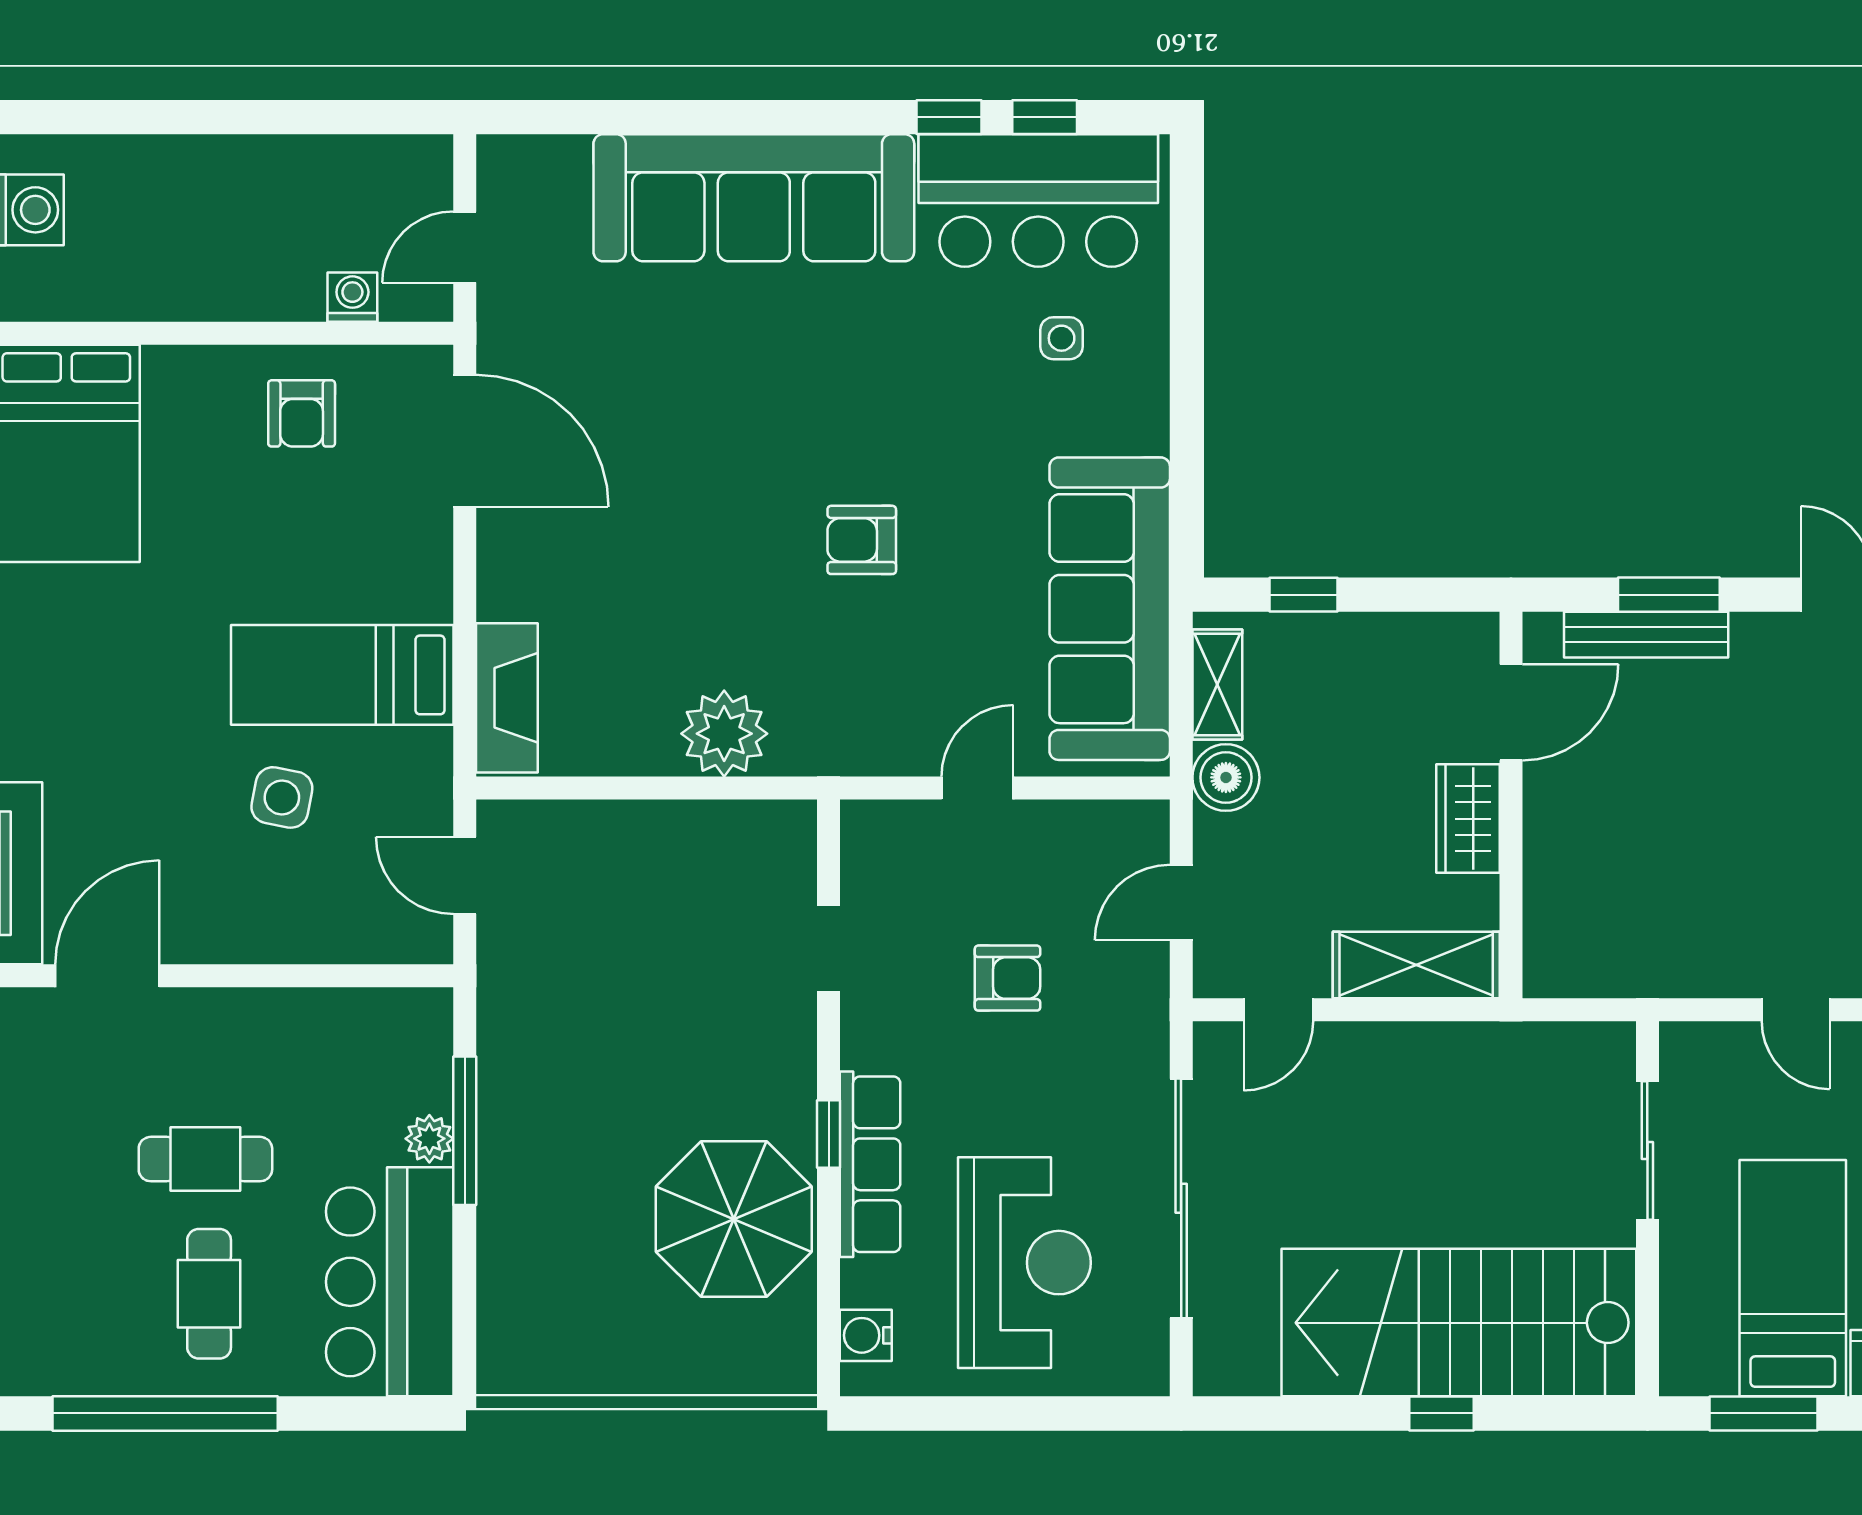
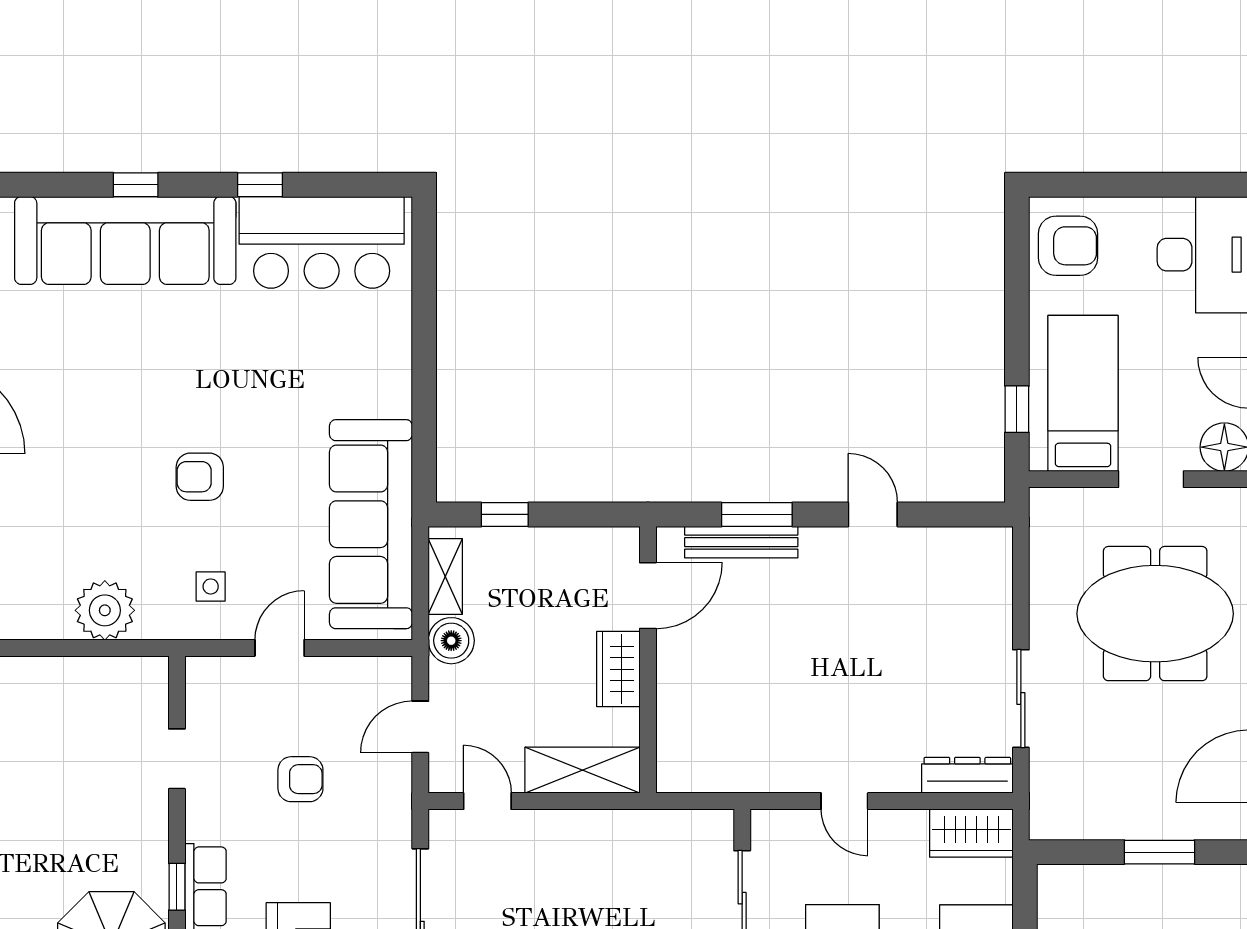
window: (1045, 117) -> (136, 185), moved
side table: (1062, 338) -> (211, 586), moved
door: (1278, 1010) -> (487, 801), swing flipped

